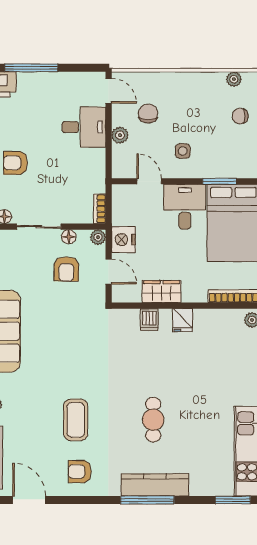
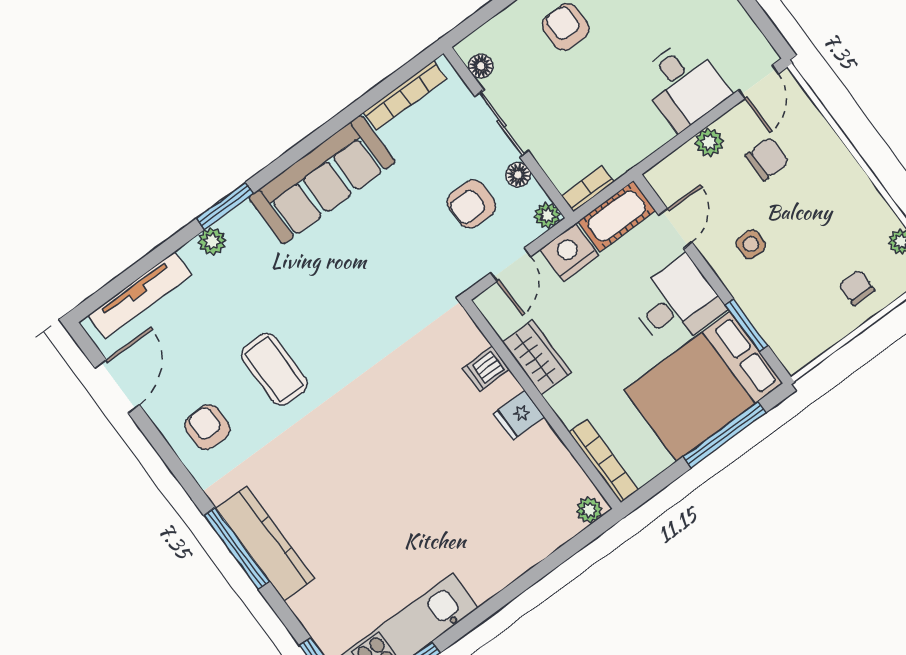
cot: (123, 205) -> (617, 216), added
coffee table: (76, 420) -> (274, 369), turned 90
cafe table: (153, 420) -> (353, 475), removed

